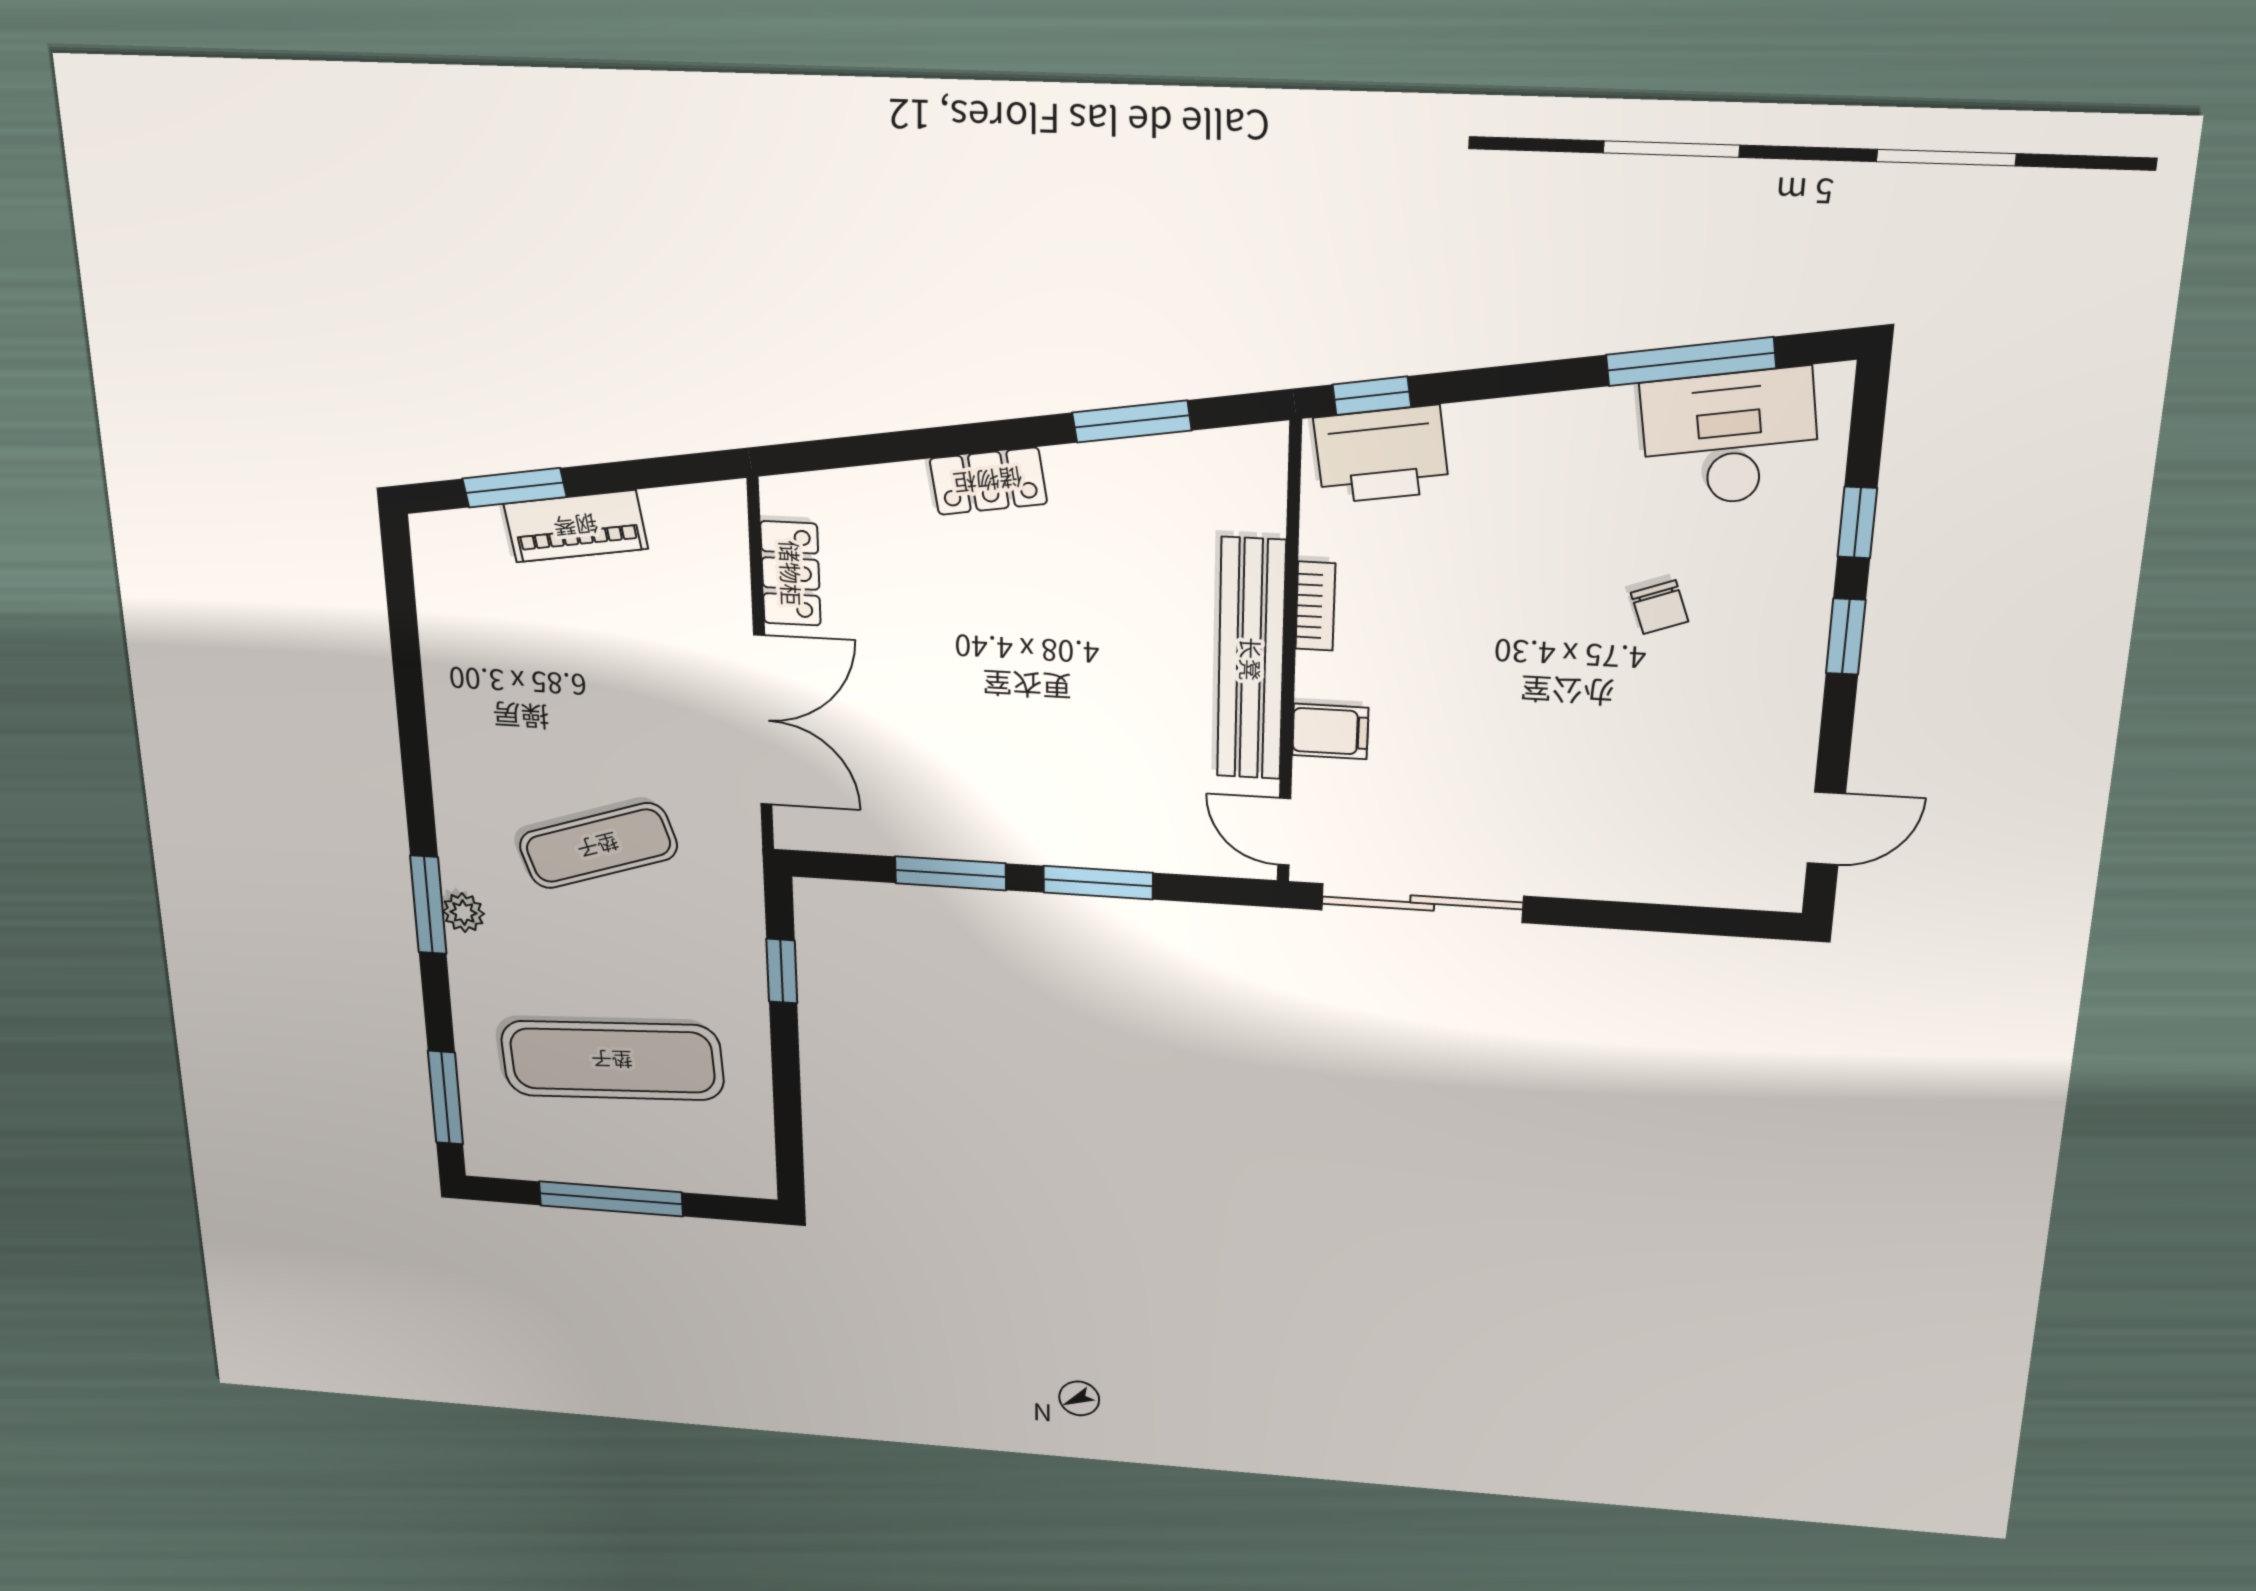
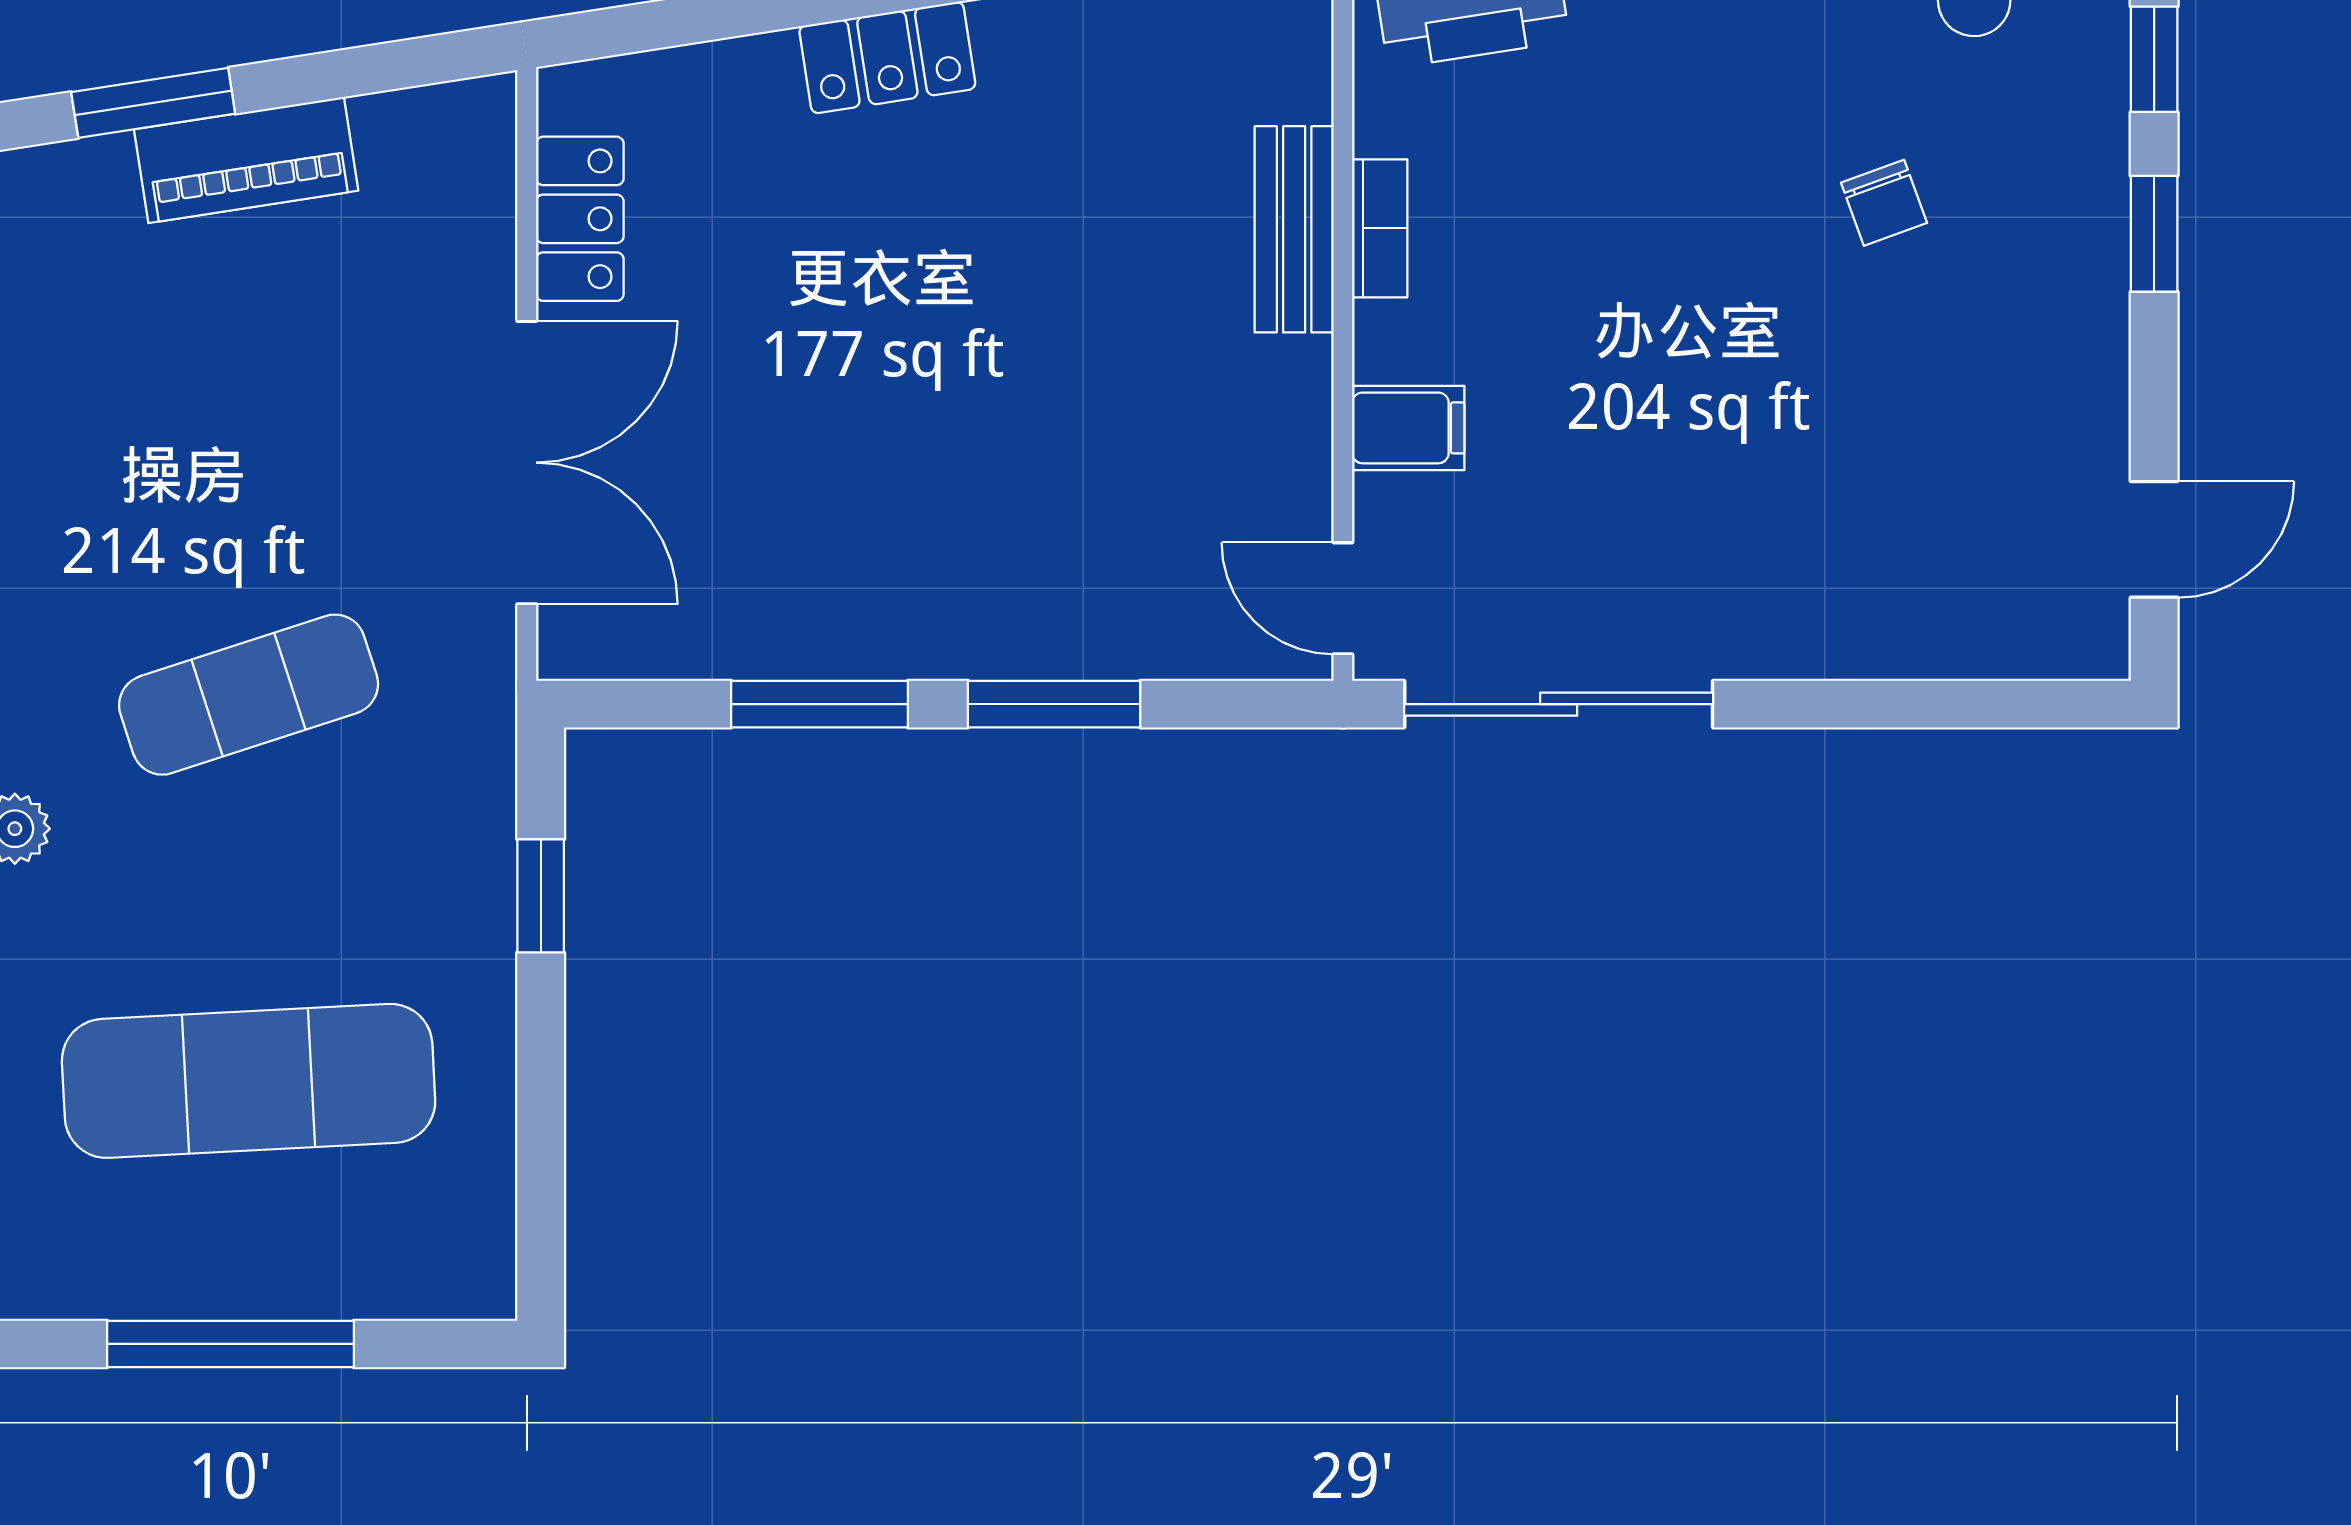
bench: (1251, 659) -> (1294, 229), width x0.54, depth x0.82

